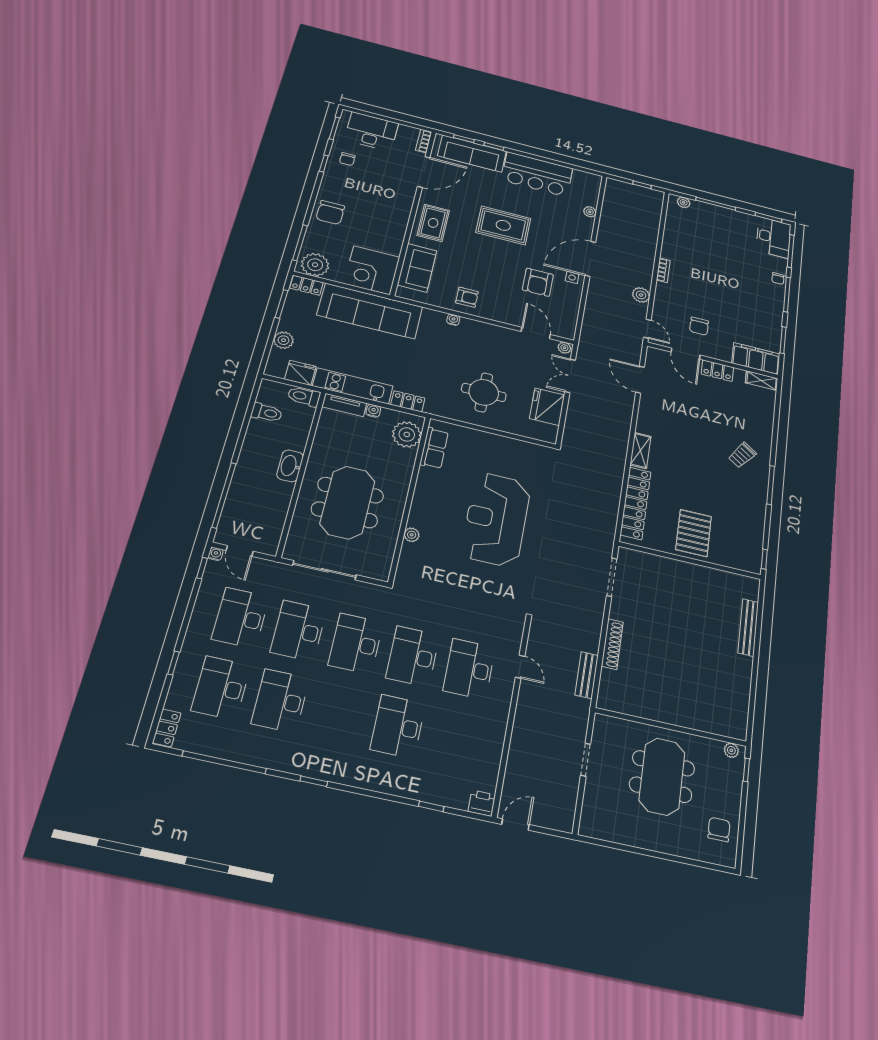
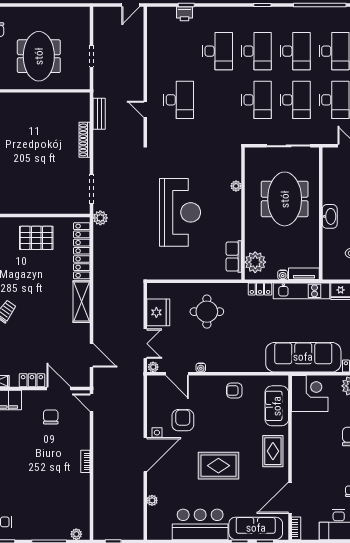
plant: (641, 295) -> (100, 218), moved
water cooler: (453, 320) -> (201, 368), moved
toilet: (304, 396) -> (333, 273), removed
shelving: (640, 451) -> (81, 302), width x1.50, depth x1.33
pallet: (694, 533) -> (36, 238), turned 90
desk: (413, 656) -> (256, 51), moved
printer: (482, 803) -> (185, 14), moved

